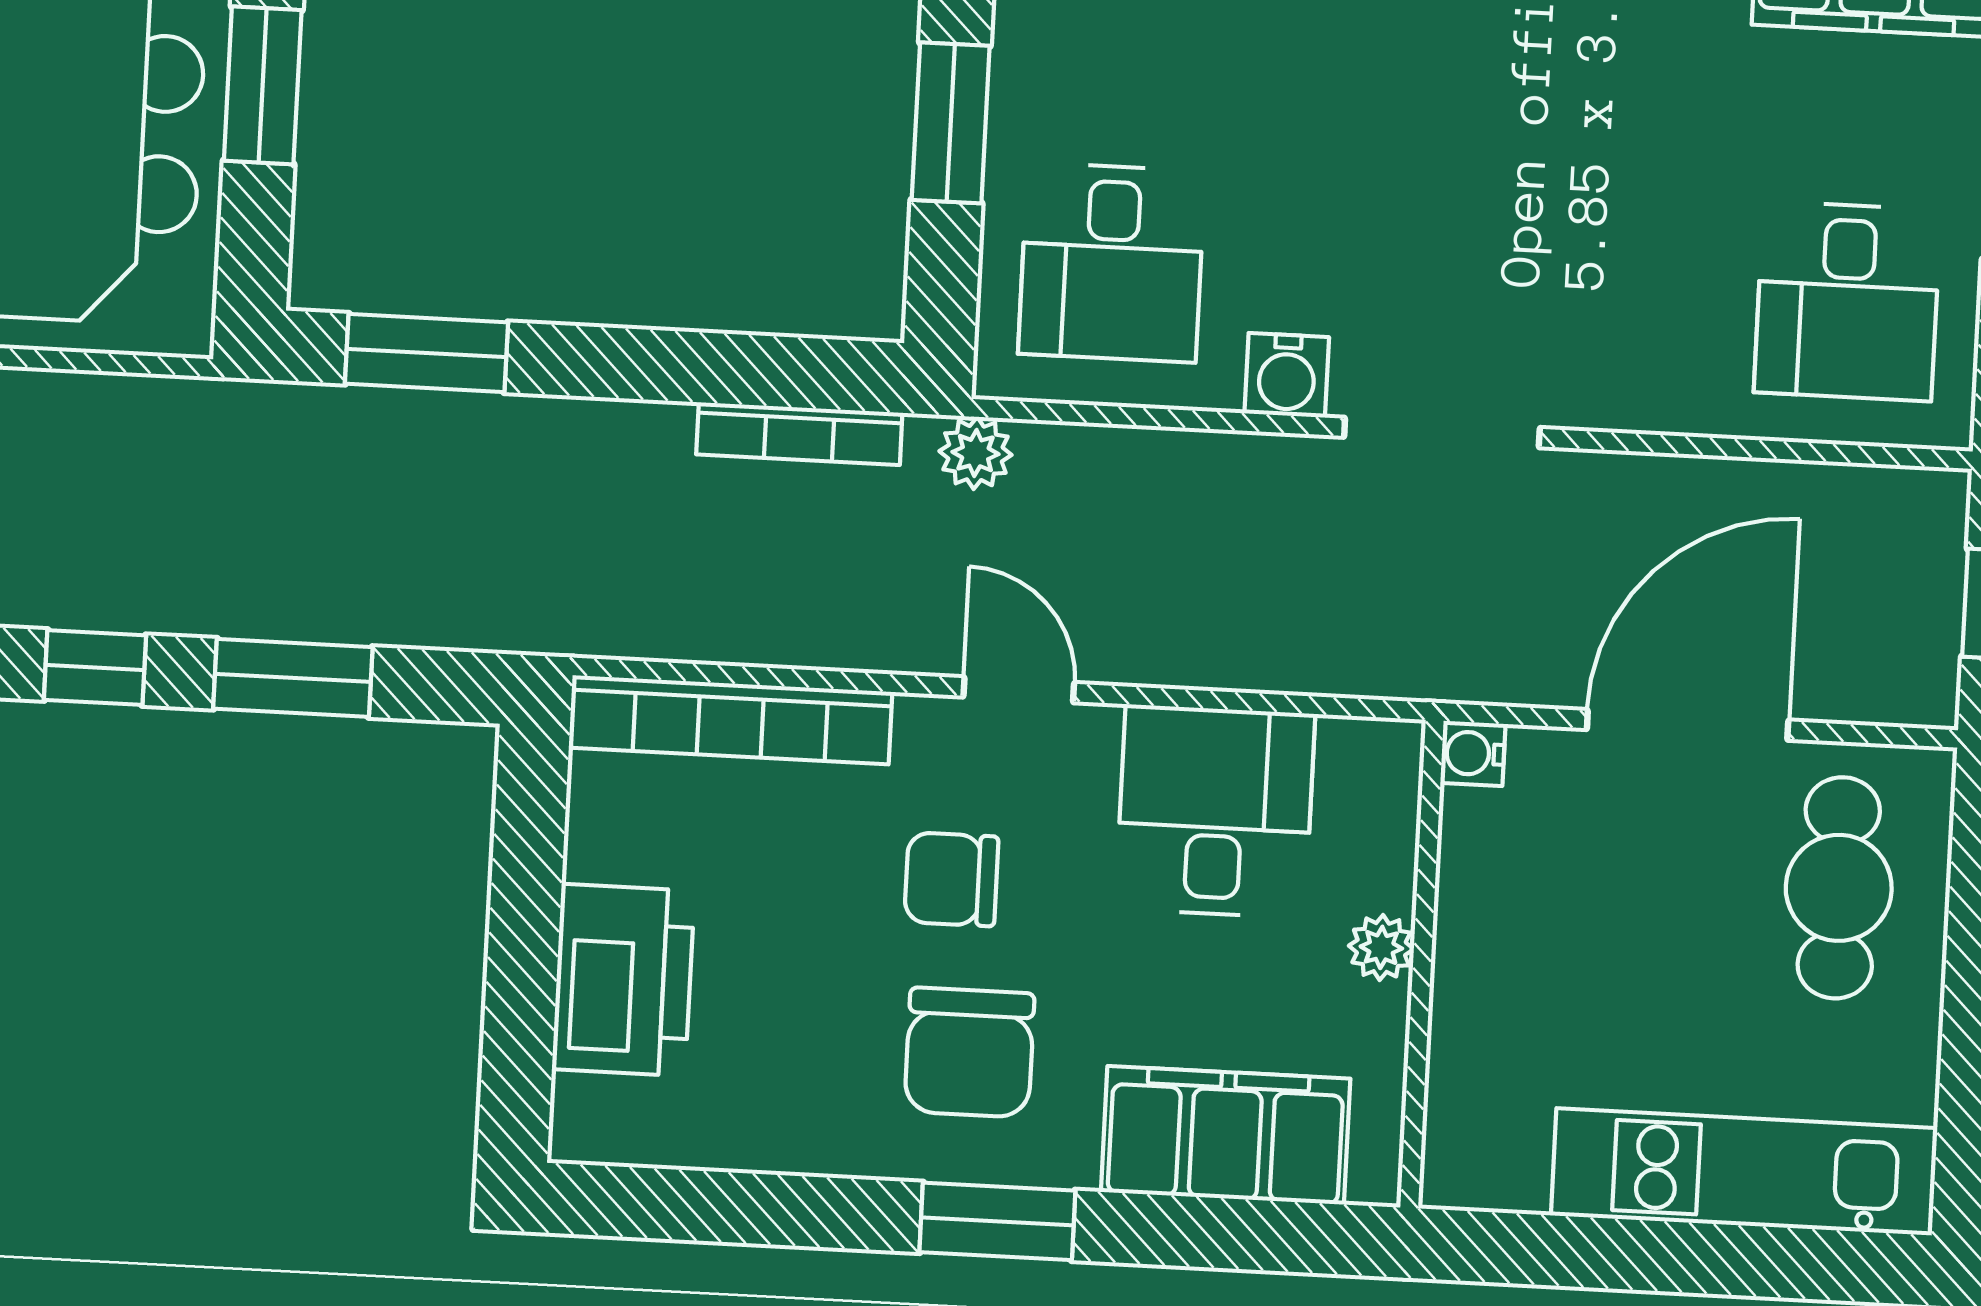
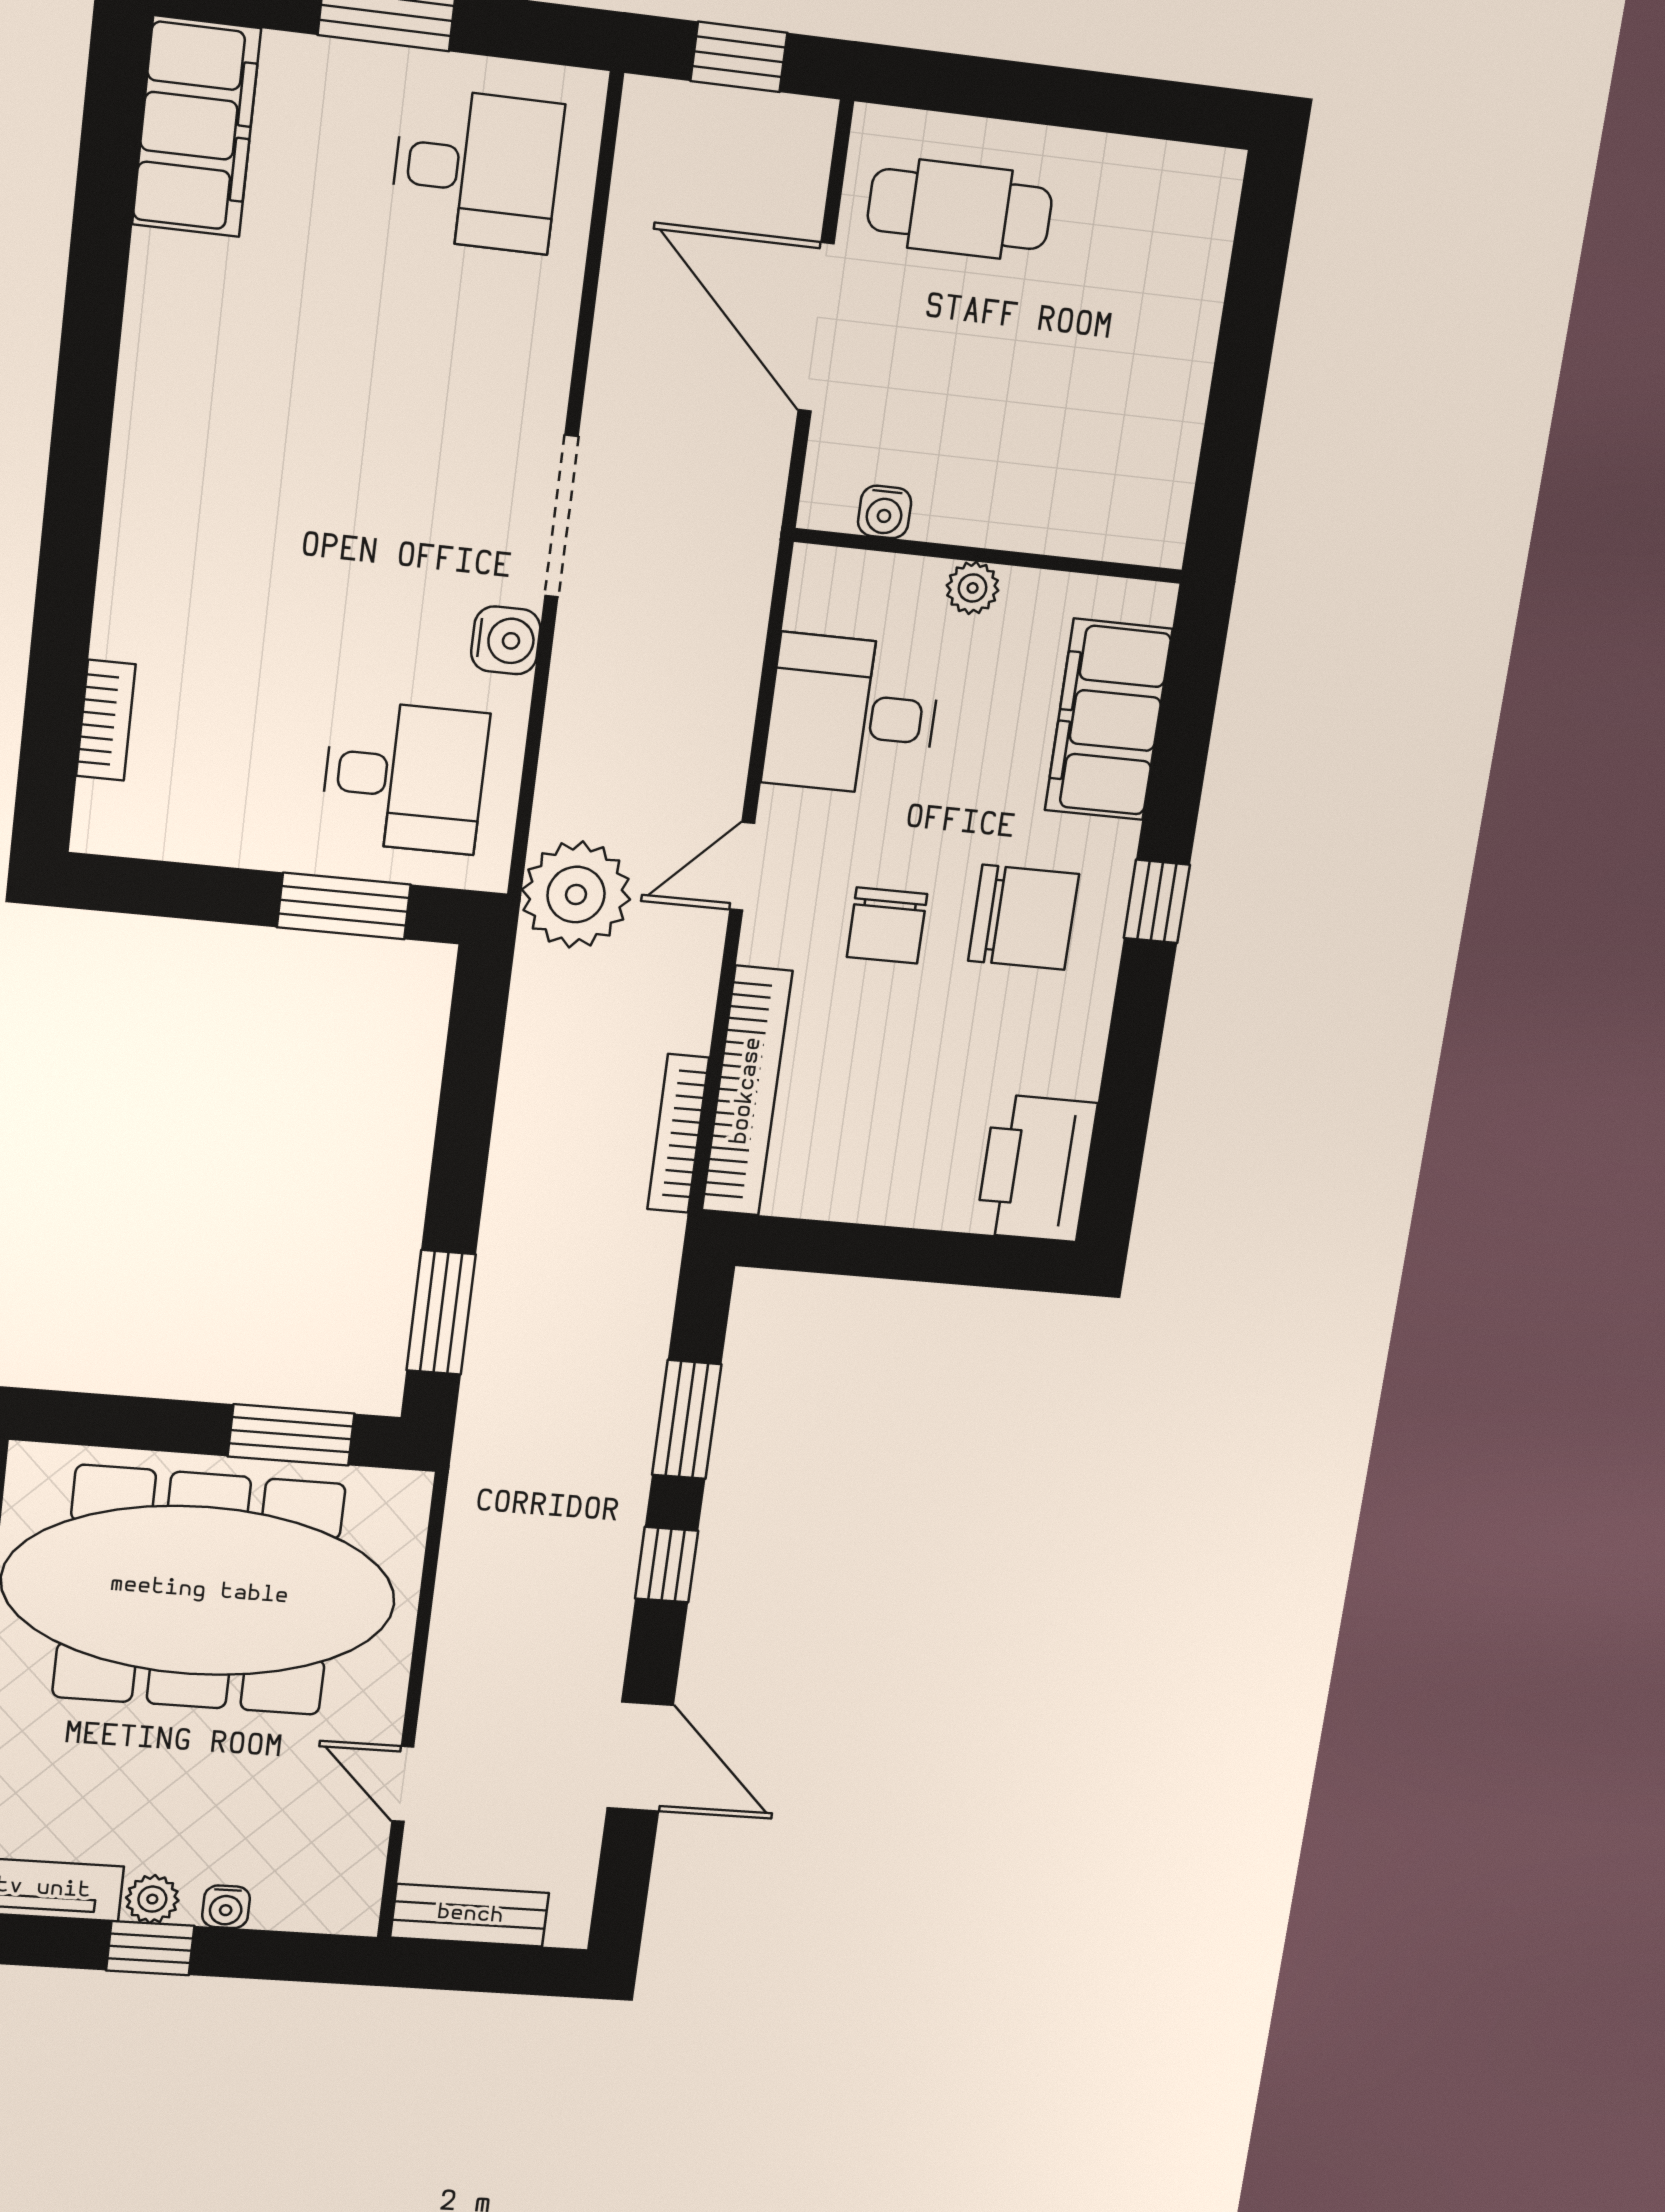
window: (263, 85) -> (291, 1435), moved
window: (951, 123) -> (344, 906), moved
bookcase: (799, 434) -> (678, 1134), moved, turned 180
plant: (975, 453) -> (576, 895), width x1.87, depth x1.87
water cooler: (1473, 753) -> (885, 512), moved
printer: (623, 980) -> (1036, 1168), moved, turned -90
kitchen unit: (1744, 1172) -> (1181, 303), removed
window: (997, 1221) -> (1157, 901), width x0.67

